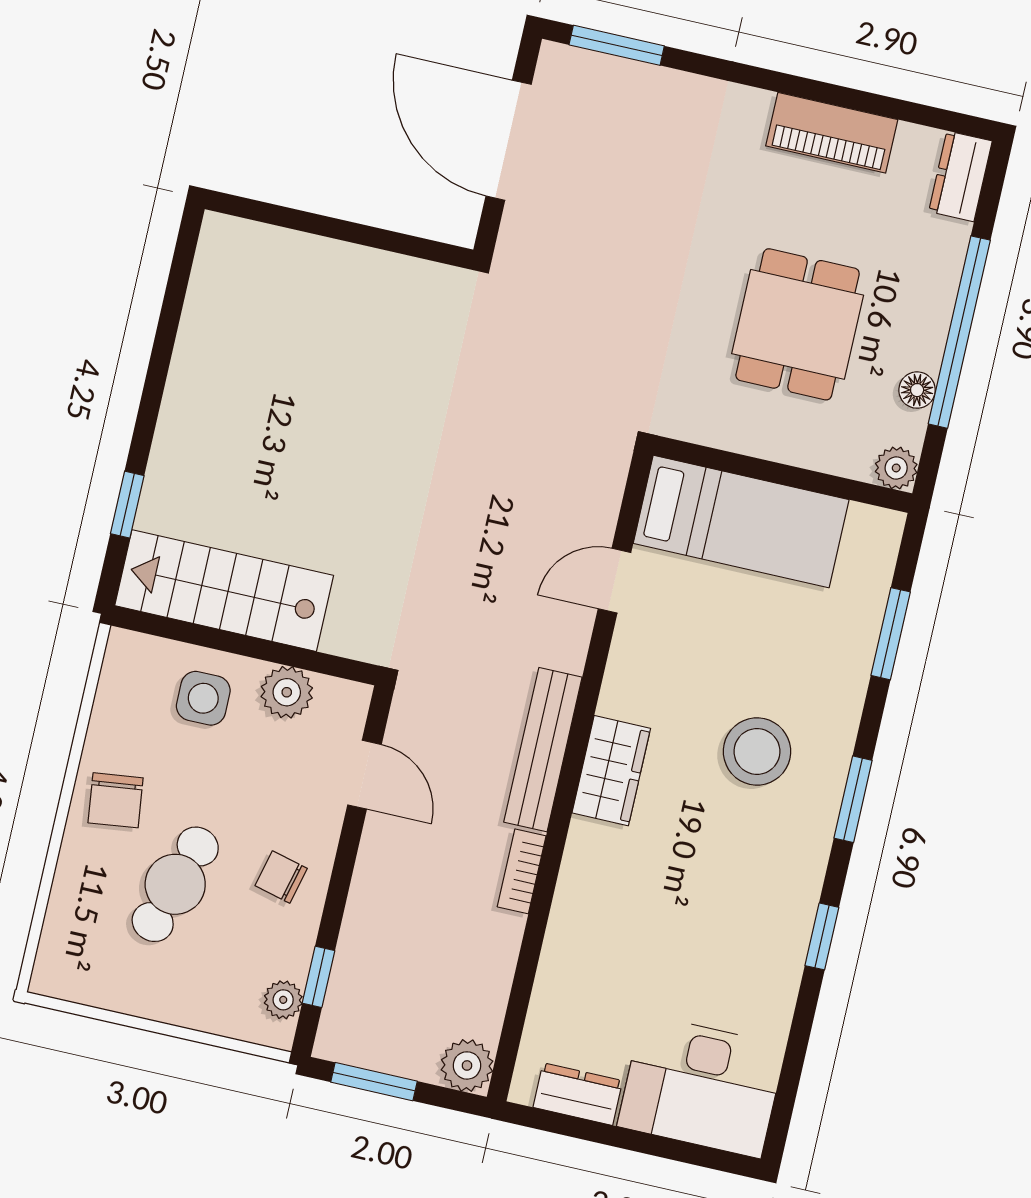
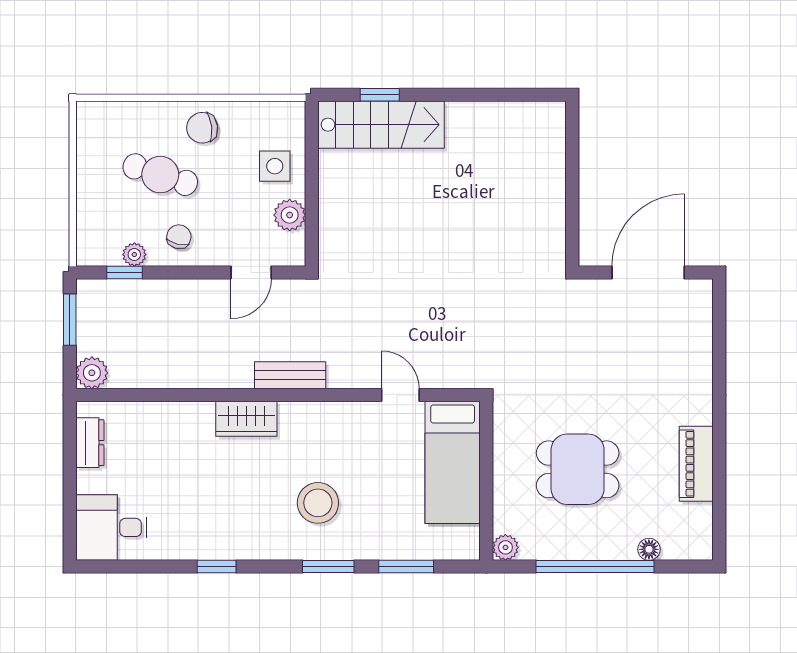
window: (617, 45) -> (719, 324), removed
dresser: (960, 176) -> (688, 546), removed
floor lamp: (917, 390) -> (649, 549), moved
stairs: (224, 591) -> (381, 125), moved, turned 90
bench: (543, 750) -> (290, 375), width x0.73
wardrobe: (611, 771) -> (246, 419), moved
window: (853, 799) -> (328, 567), moved
bookcase: (522, 871) -> (215, 379), removed
plant: (283, 1000) -> (134, 255), moved
desk: (702, 1086) -> (111, 527), width x0.73

